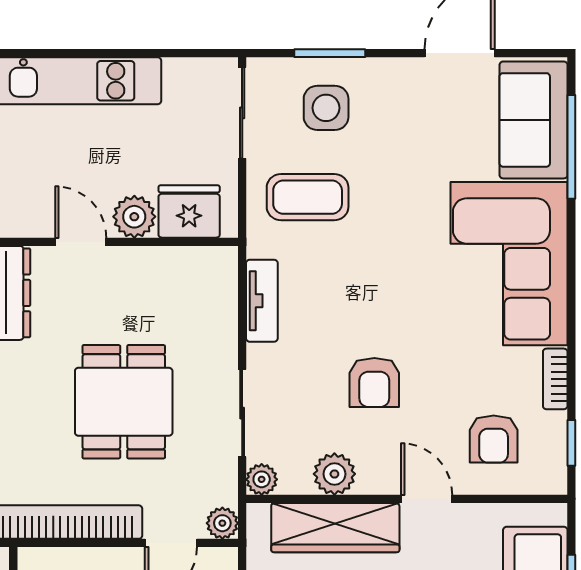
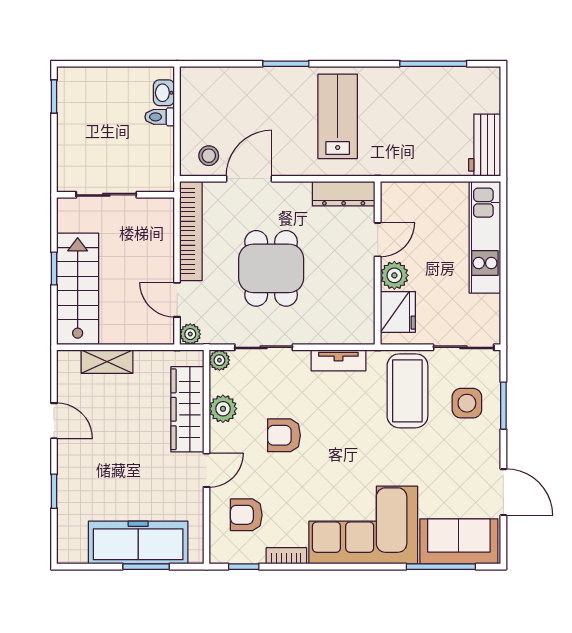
coffee table: (308, 197) -> (407, 391), width x1.36, depth x1.32
dining table: (124, 402) -> (271, 268), turned 90

